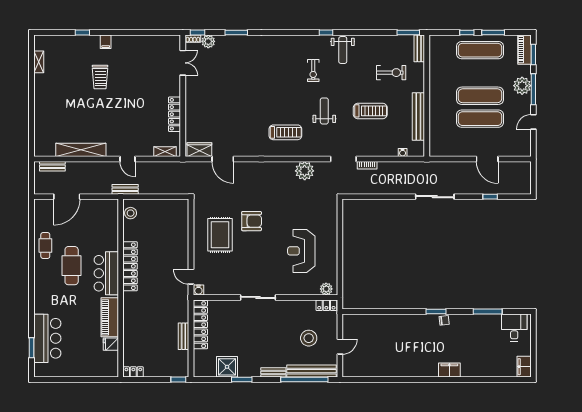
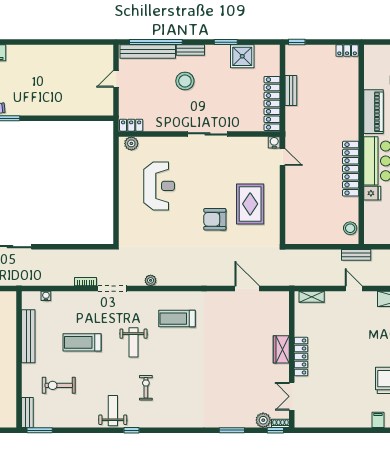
locker: (174, 114) -> (301, 356), moved
wardrobe: (199, 150) -> (281, 349), moved, turned 90
plant: (305, 171) -> (151, 280), width x0.53, depth x0.53
stool: (309, 338) -> (185, 81), moved
fridge: (111, 344) -> (372, 193), moved

